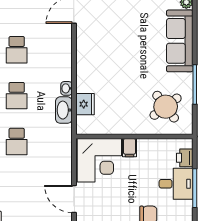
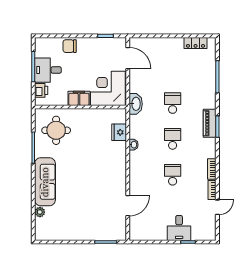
round table: (166, 107) -> (56, 130), turned 37
washbasin: (64, 110) -> (136, 104), moved
filing cabinet: (129, 148) -> (79, 98), width x2.00

